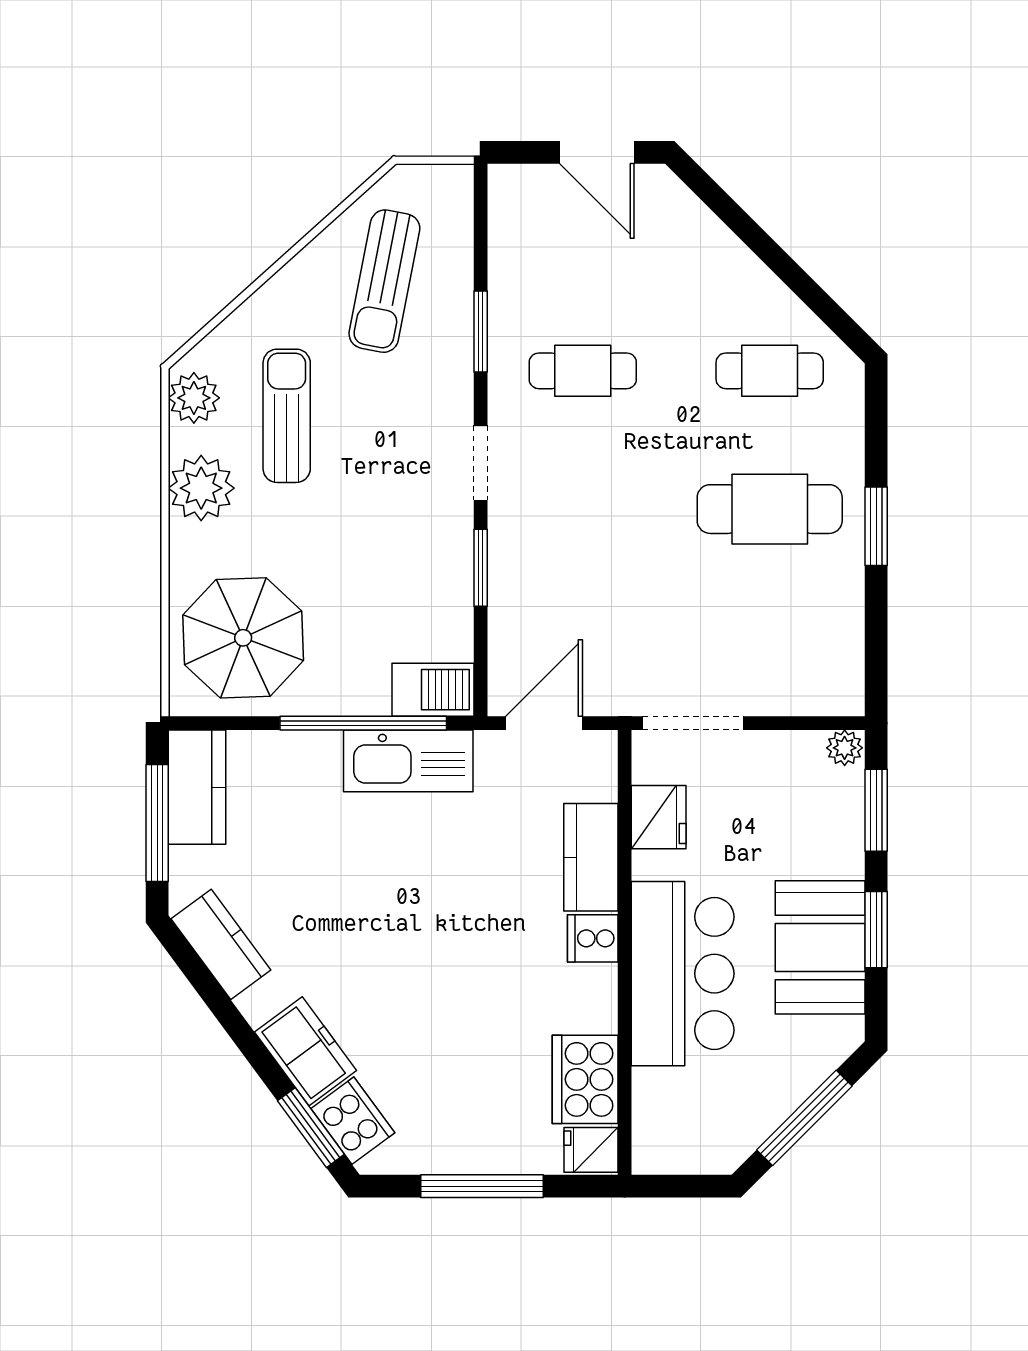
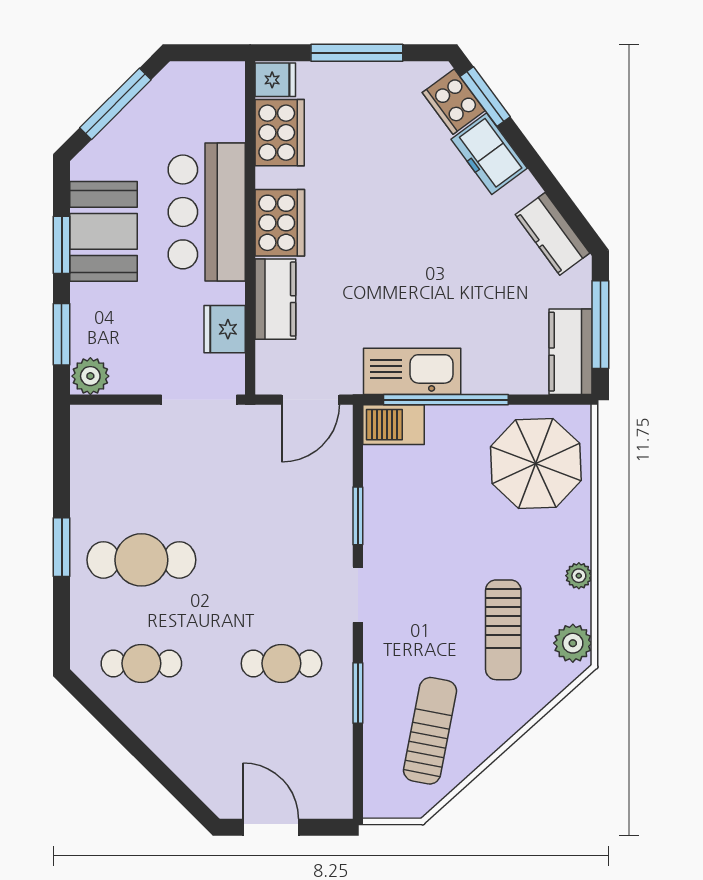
plant: (201, 488) -> (579, 576), width x0.53, depth x0.53
plant: (845, 748) -> (90, 376), width x1.38, depth x1.38
cooker: (593, 938) -> (280, 223), width x1.87, depth x1.31

